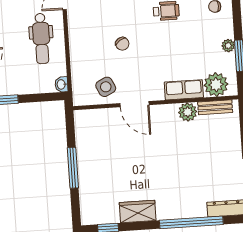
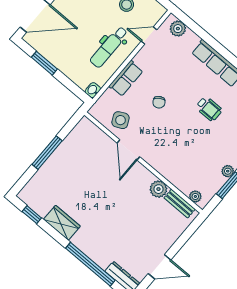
plant: (216, 85) -> (195, 196), width x0.53, depth x0.53
row of seats: (184, 90) -> (126, 78), moved, turned 90

